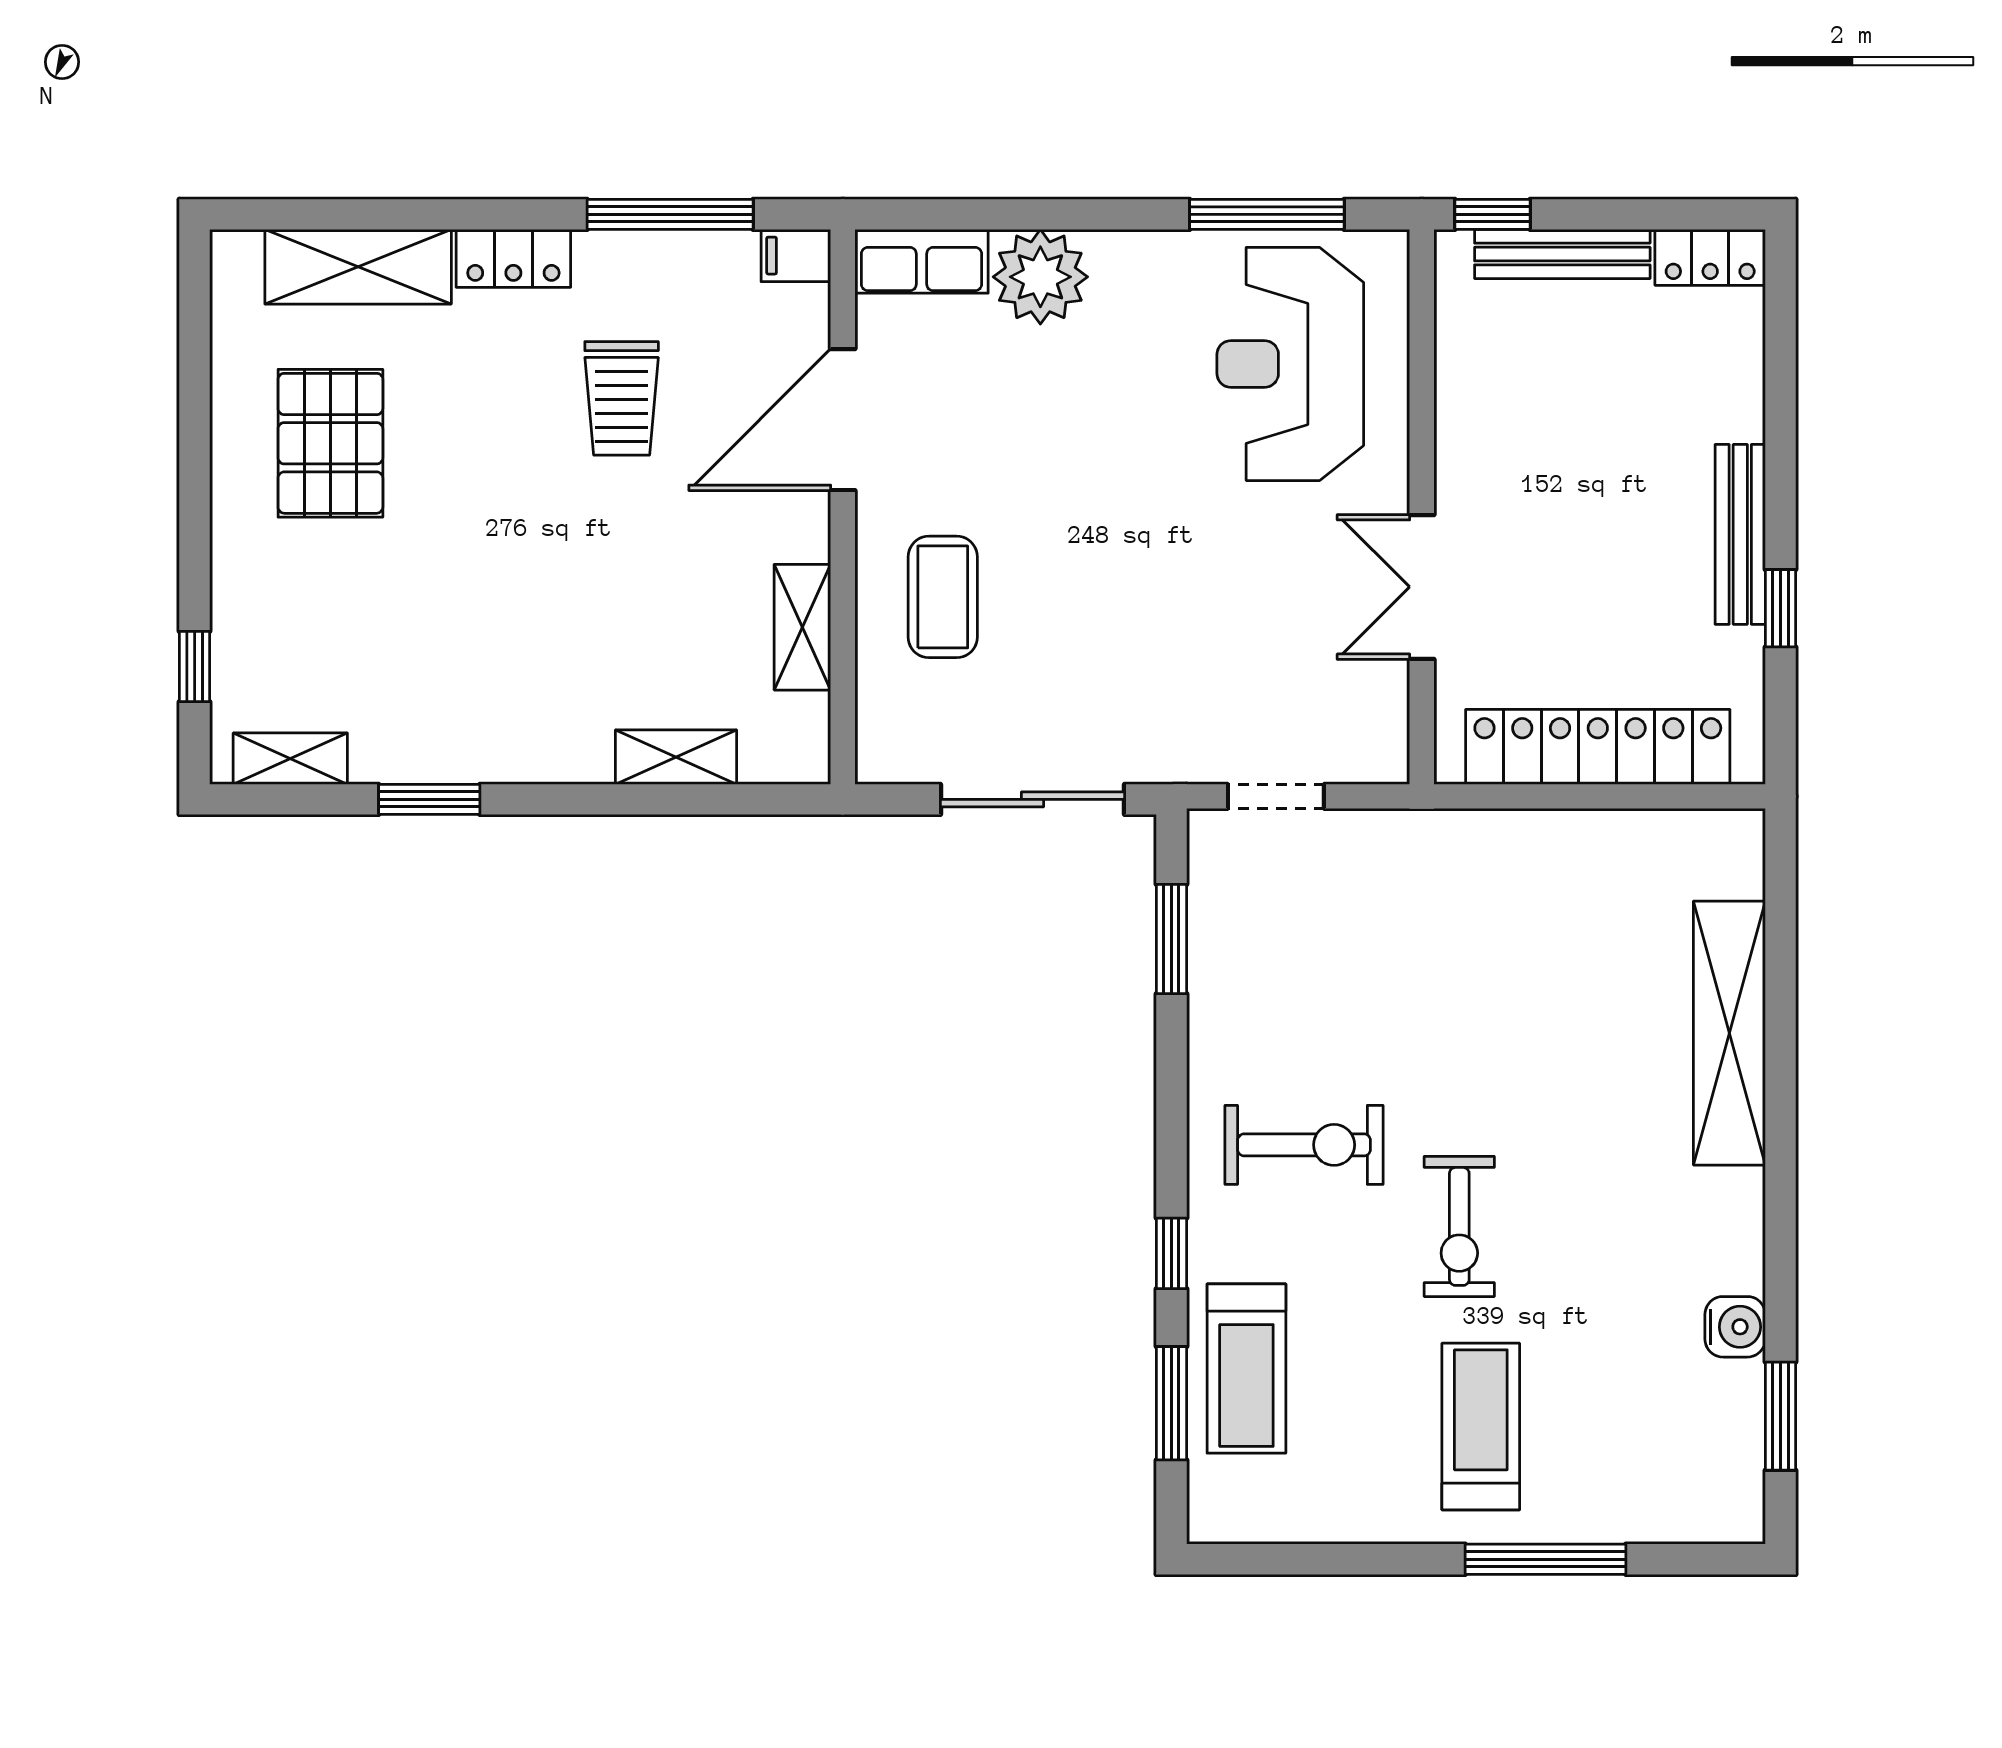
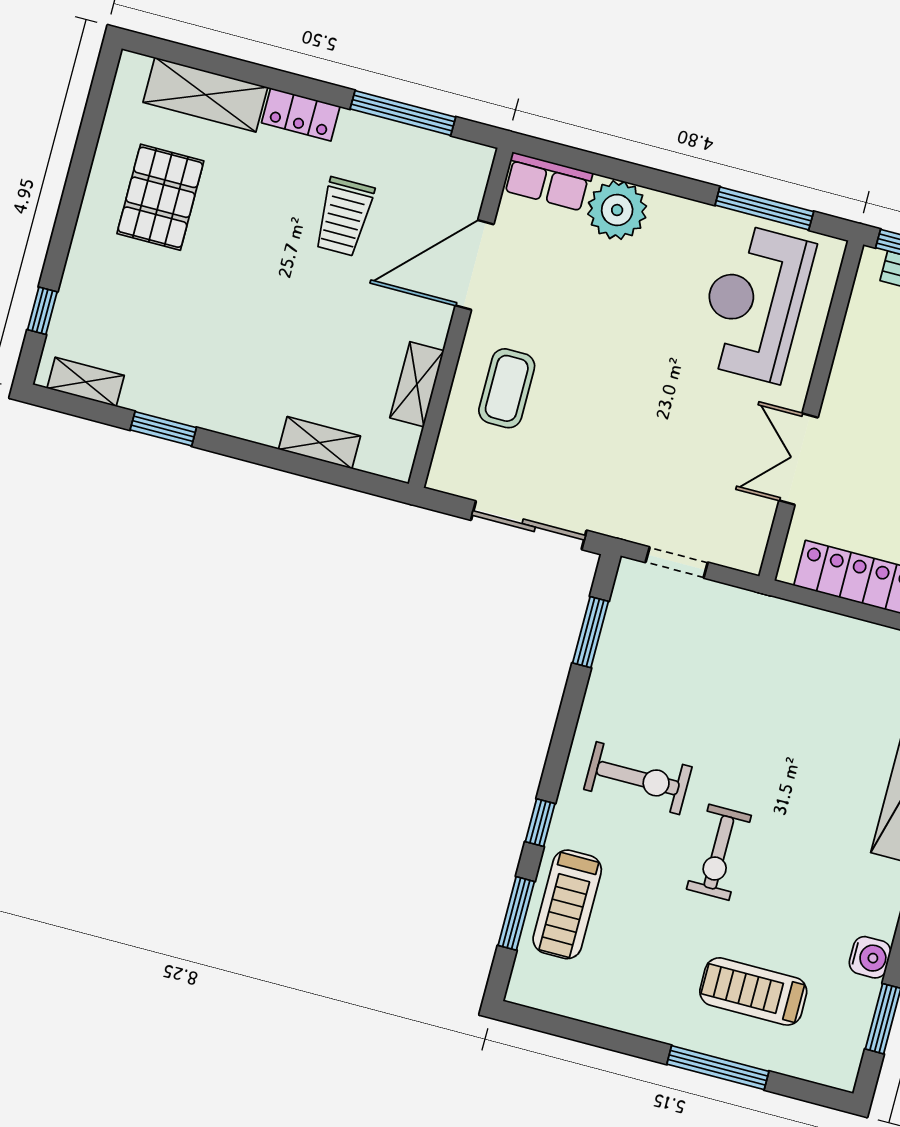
filing cabinet: (796, 256) -> (472, 158), removed
treadmill: (1481, 1426) -> (753, 991), moved, turned -90

